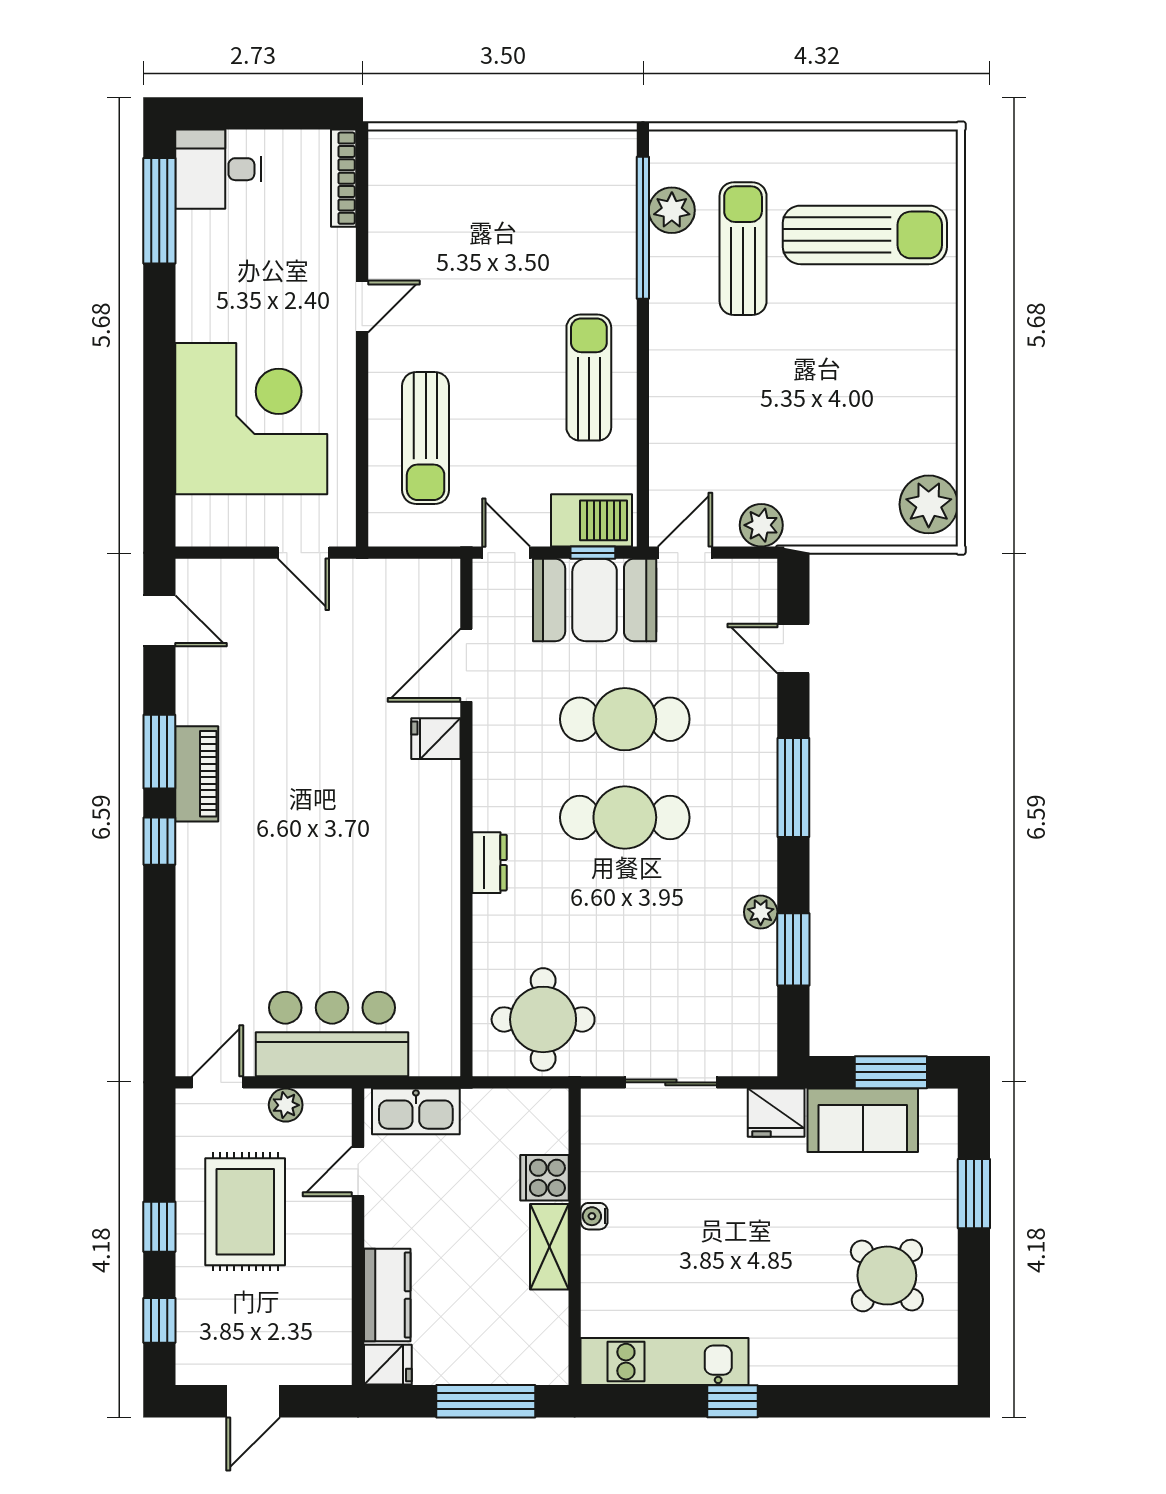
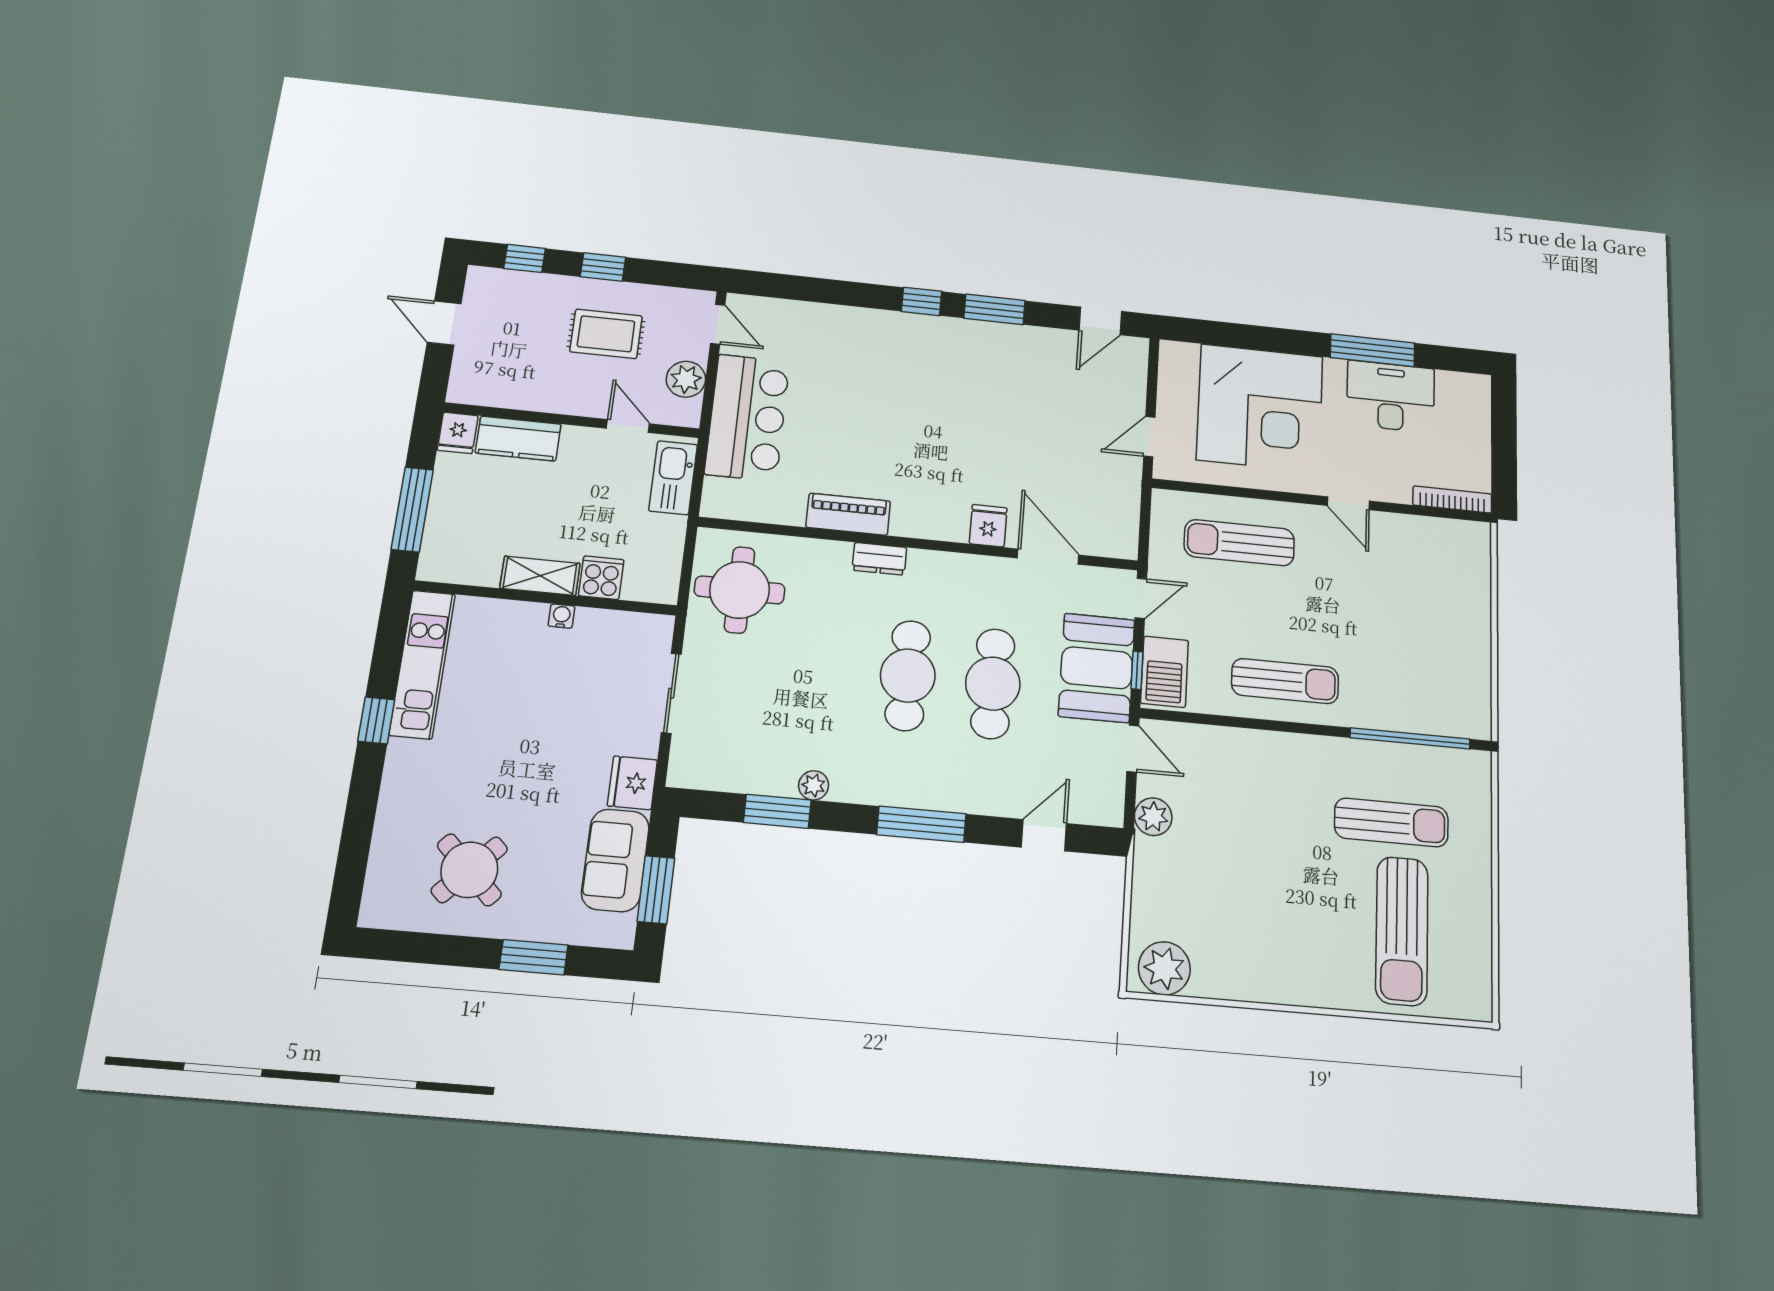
desk: (218, 169) -> (1391, 397), moved, width x1.37
plant: (672, 210) -> (1424, 764), removed
window: (159, 211) -> (1372, 350), moved
piano: (197, 774) -> (848, 514), moved, turned 180
plant: (286, 1105) -> (686, 379), width x1.38, depth x1.38
rug: (245, 1212) -> (606, 334), width x0.73, depth x0.70

